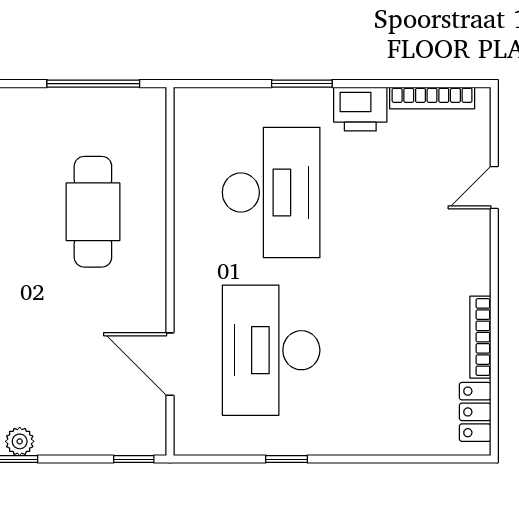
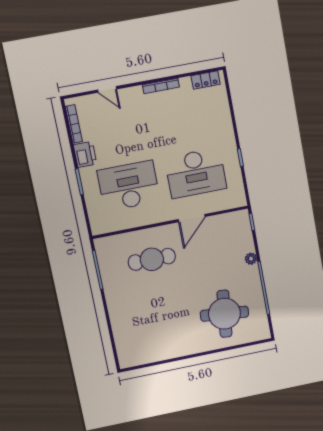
bookcase: (480, 337) -> (161, 86), moved
door: (170, 364) -> (192, 218), moved
plant: (20, 441) -> (251, 259), moved

